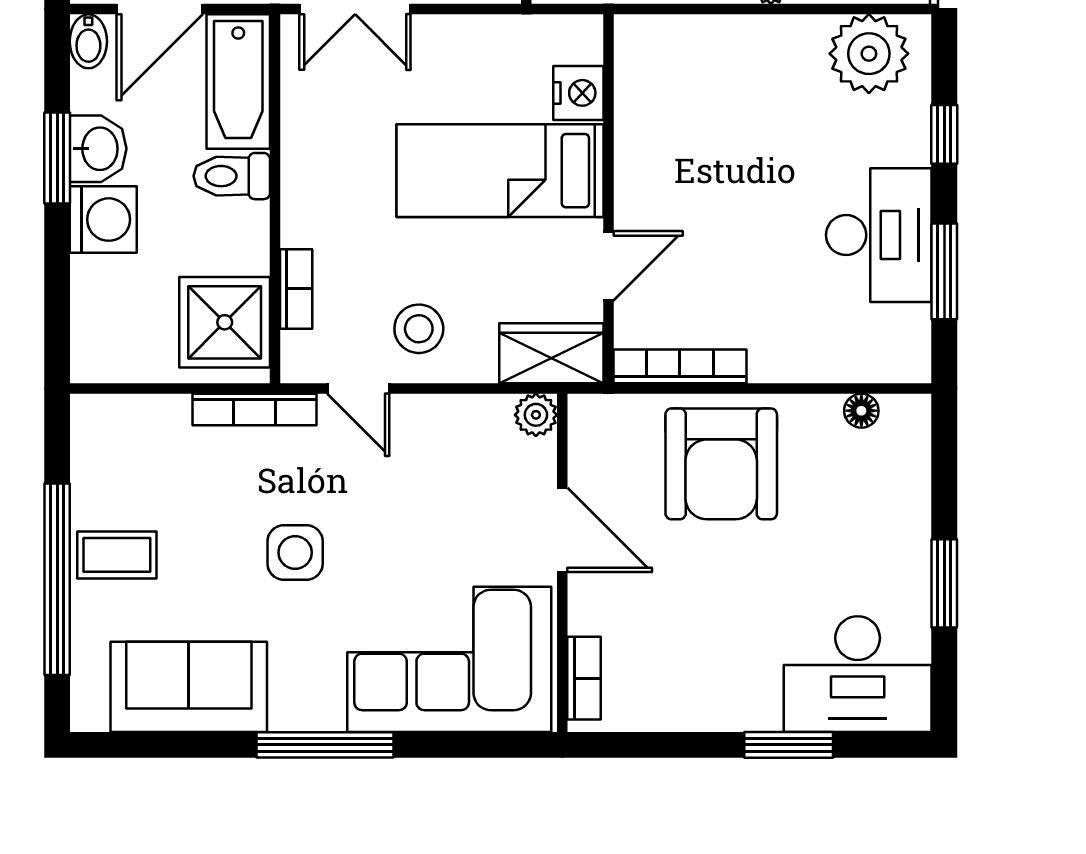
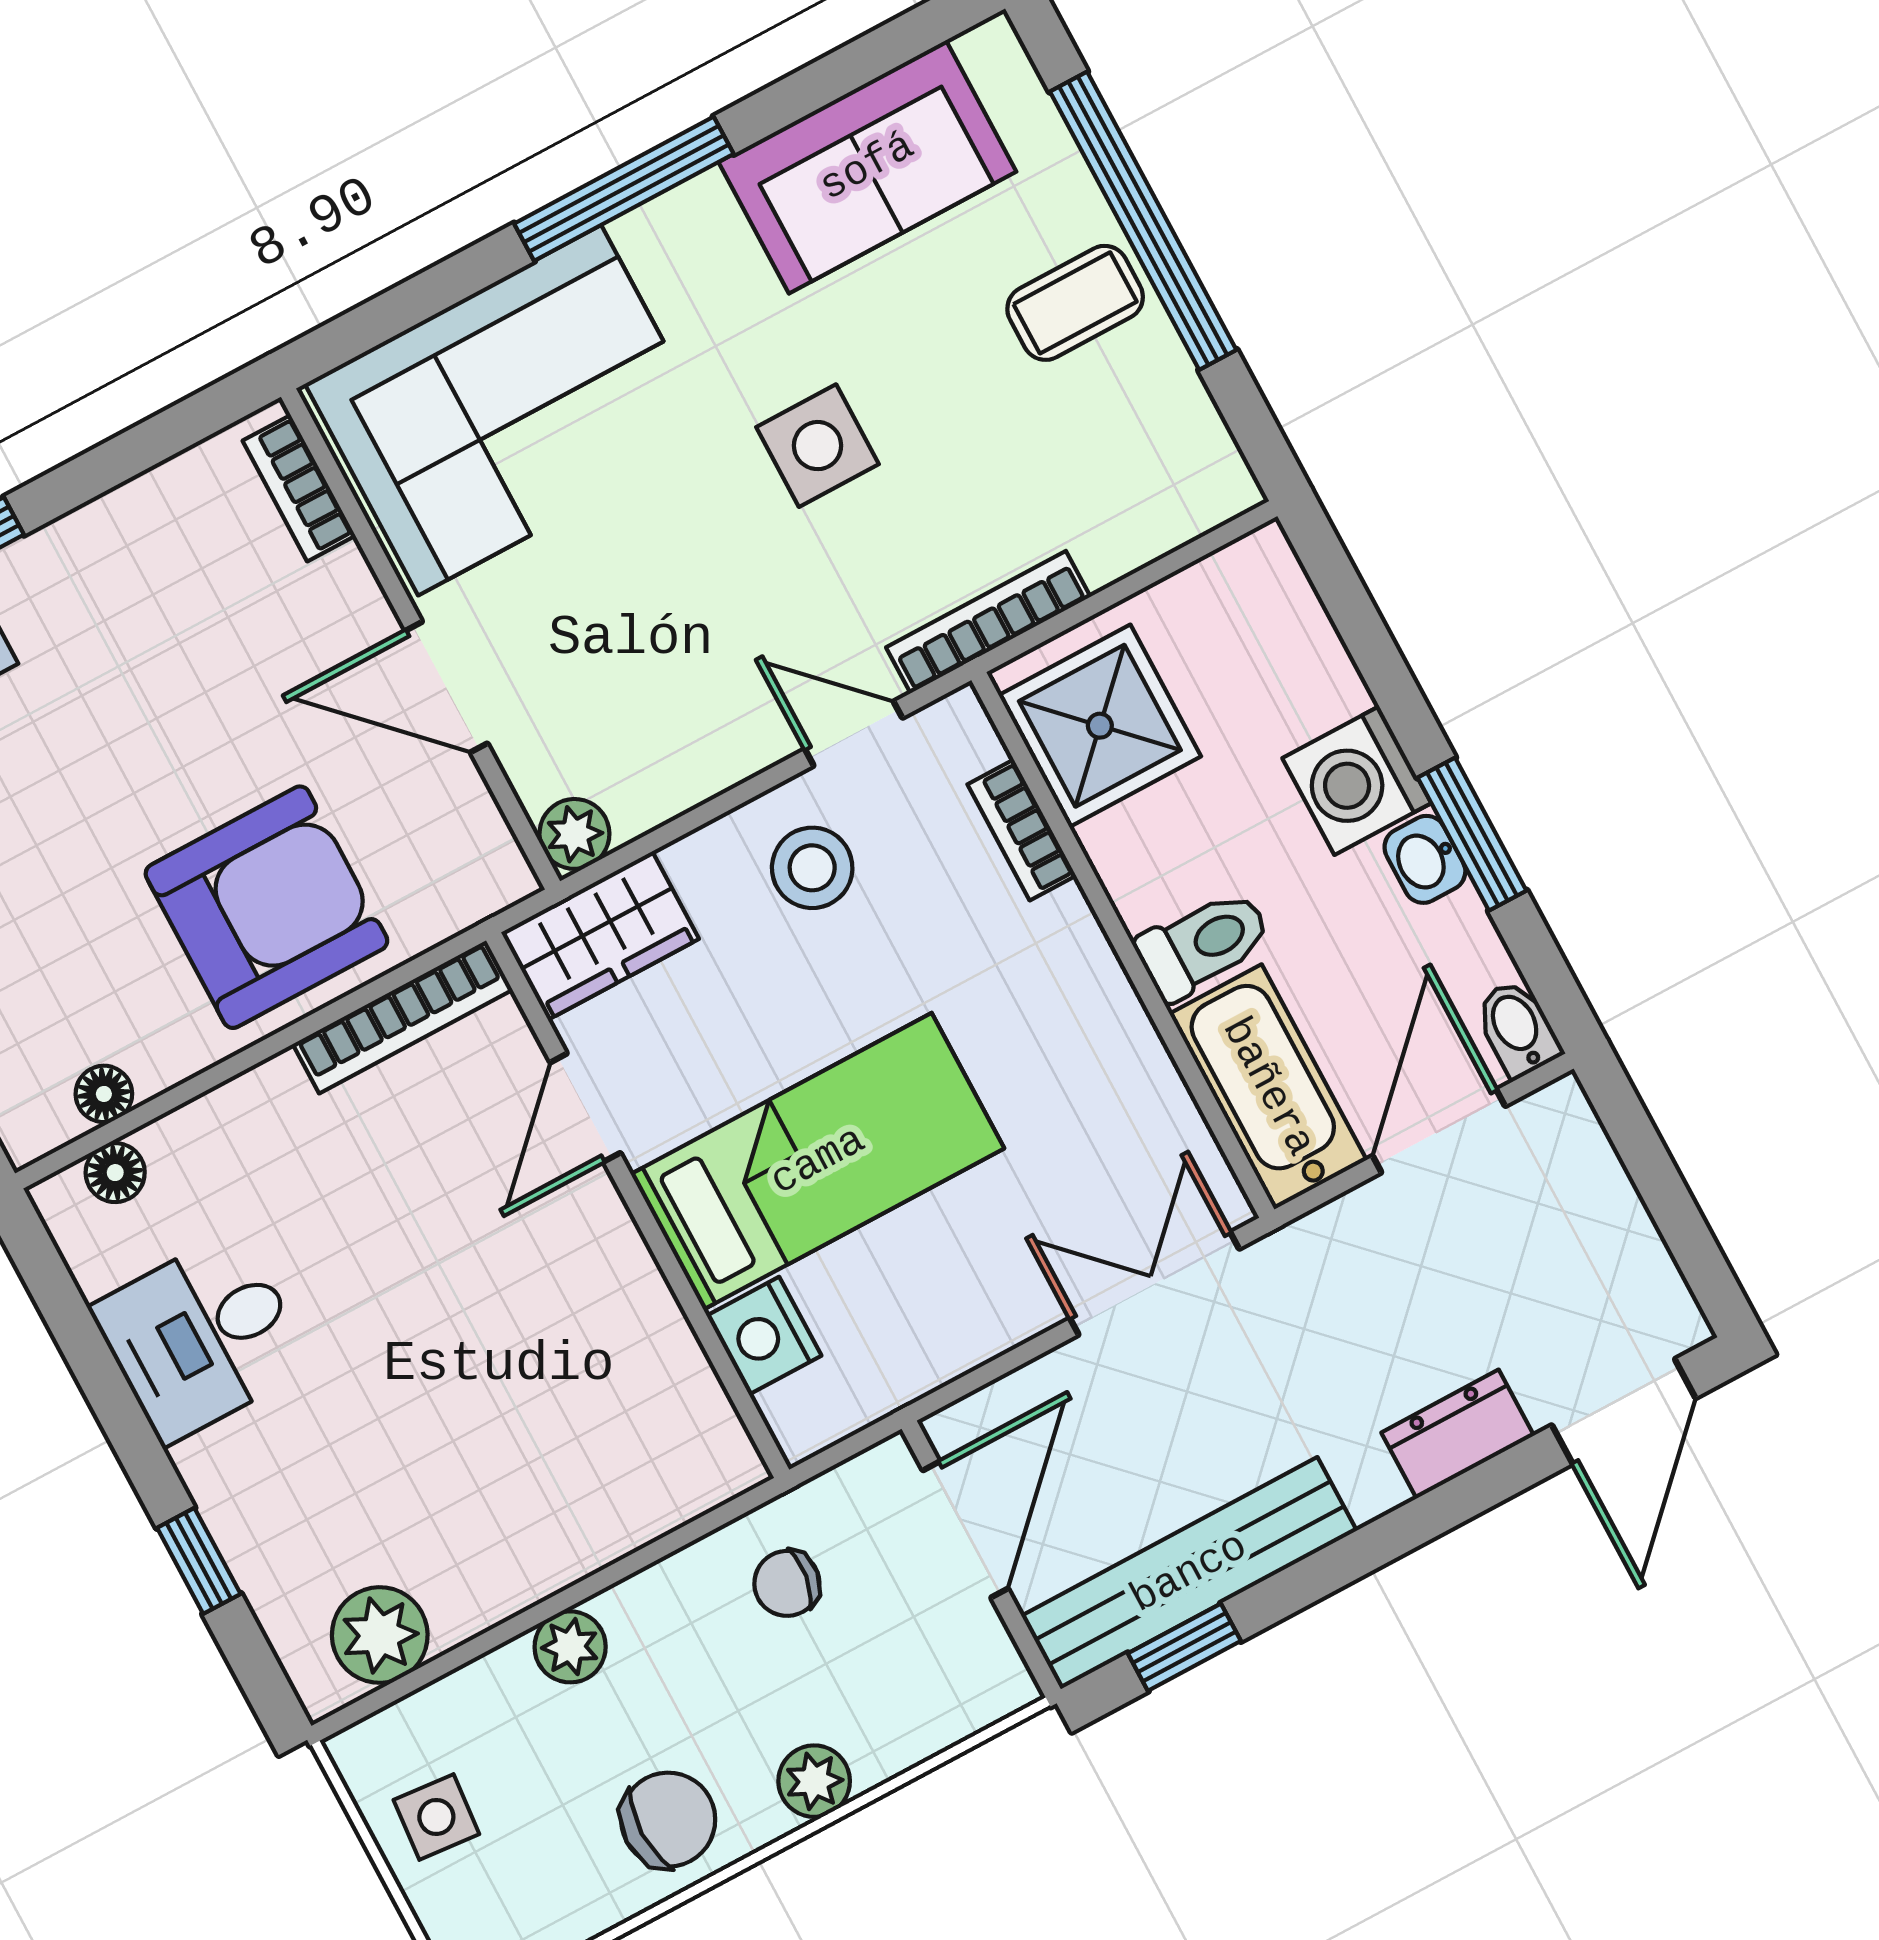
plant: (869, 54) -> (380, 1635), width x0.73, depth x0.73
washbasin: (98, 149) -> (1425, 859), width x0.72, depth x0.69
desk: (879, 235) -> (201, 1337), width x0.73
window: (944, 271) -> (92, 1362), removed
floor lamp: (878, 366) -> (115, 1173), added
armchair: (721, 464) -> (266, 907), turned 90

